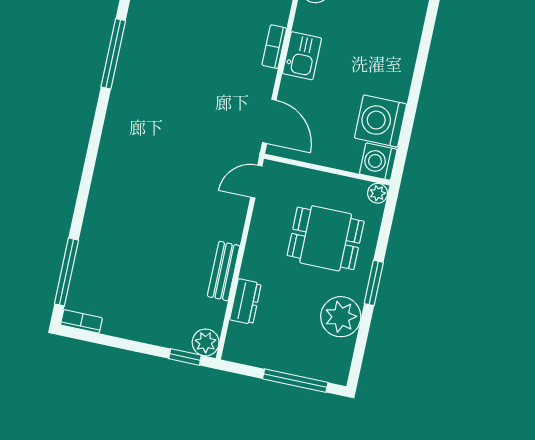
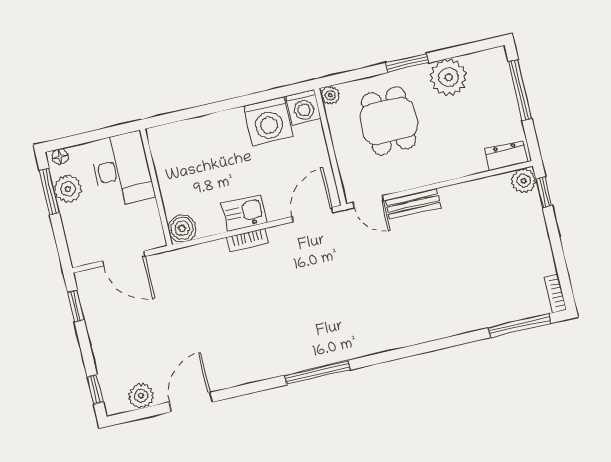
bench: (224, 271) -> (413, 204), moved
dresser: (245, 302) -> (506, 156), moved

